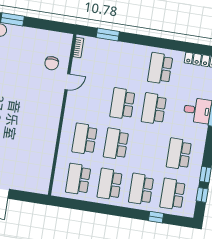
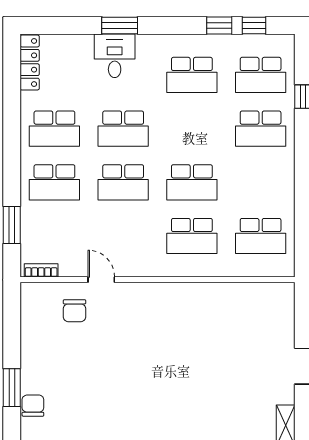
chair: (52, 63) -> (74, 311), turned 90
school desk: (110, 184) -> (54, 182), moved

